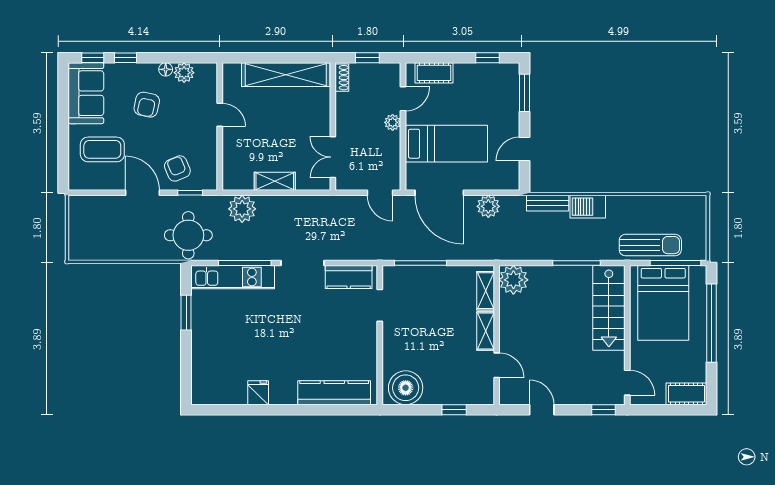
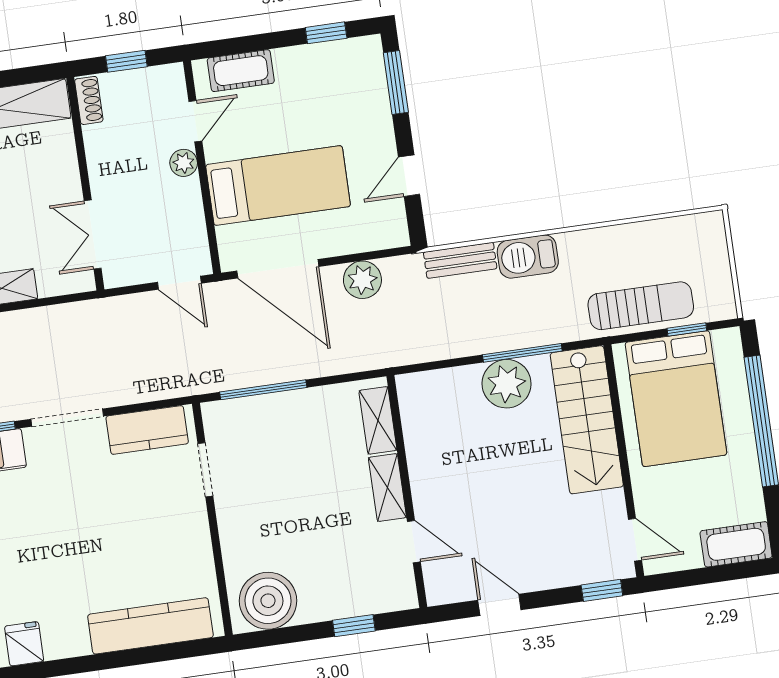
window: (675, 263) -> (687, 329), width x0.46
plant: (513, 280) -> (507, 384), moved

